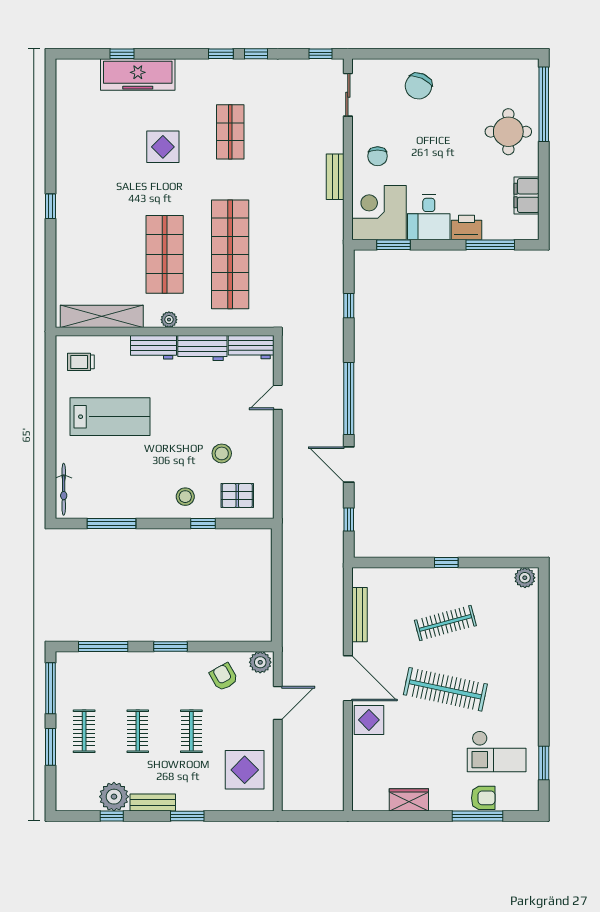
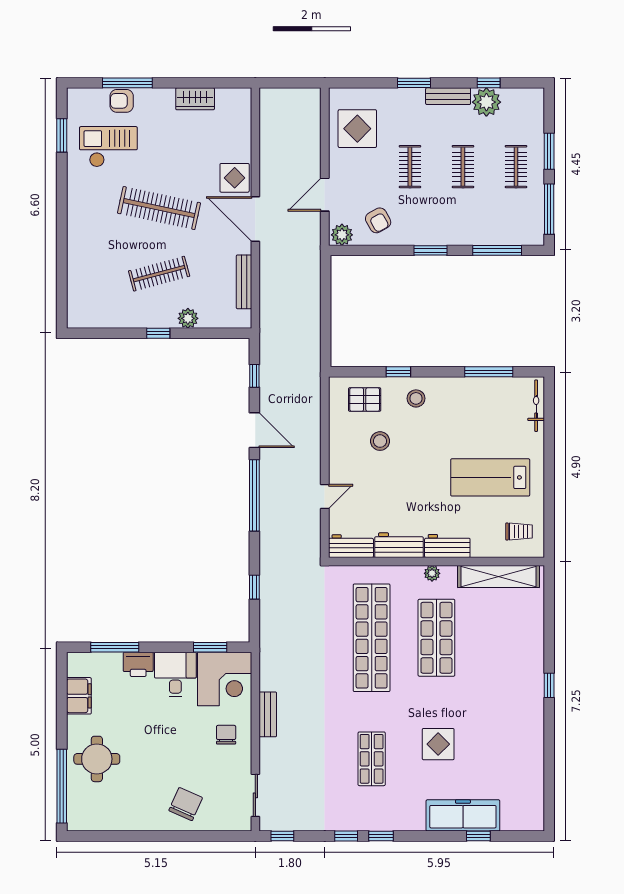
plant: (525, 578) -> (188, 318), moved

